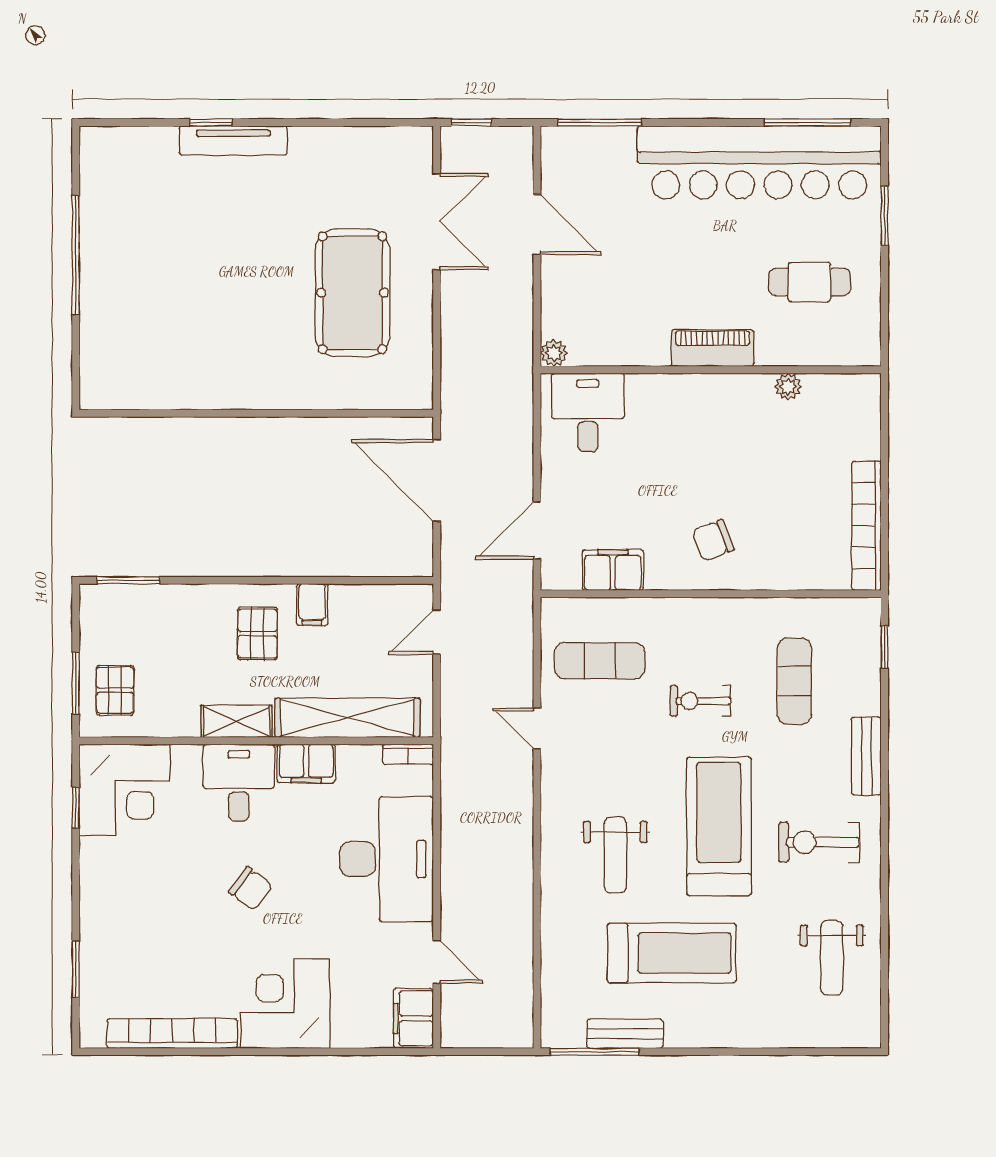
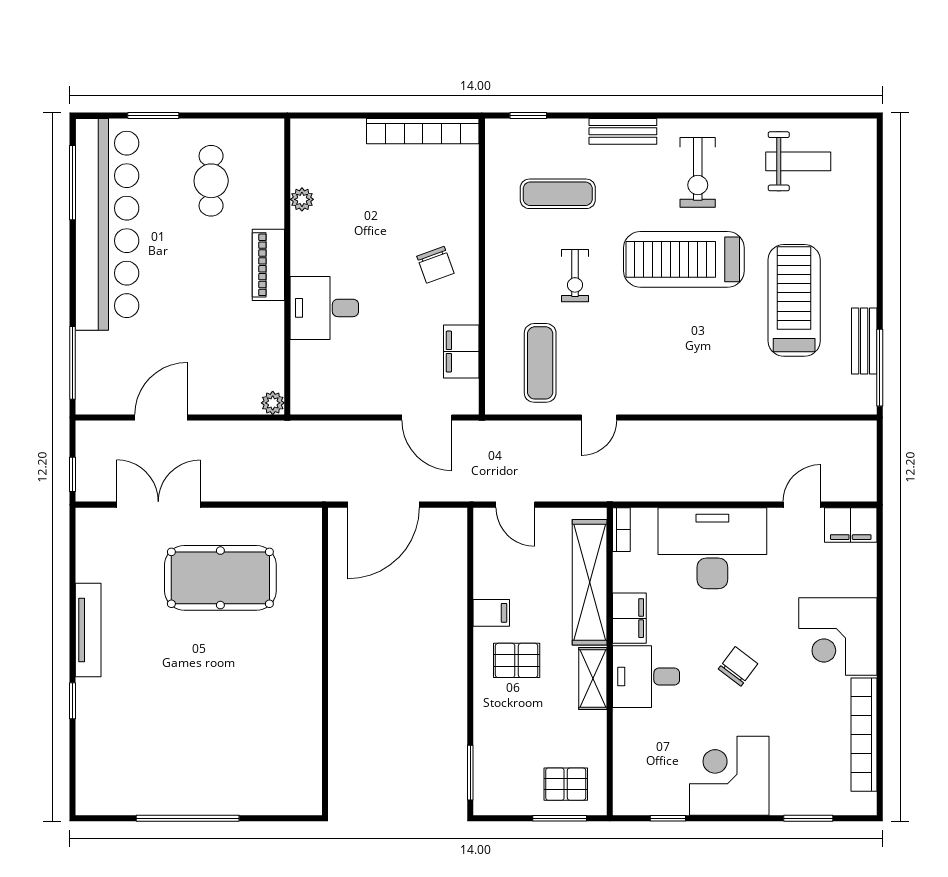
tv unit: (233, 140) -> (88, 630), moved
desk: (588, 412) -> (324, 308), moved
corner desk: (125, 790) -> (729, 776), moved, turned -90
weight bench: (615, 855) -> (709, 349), removed

